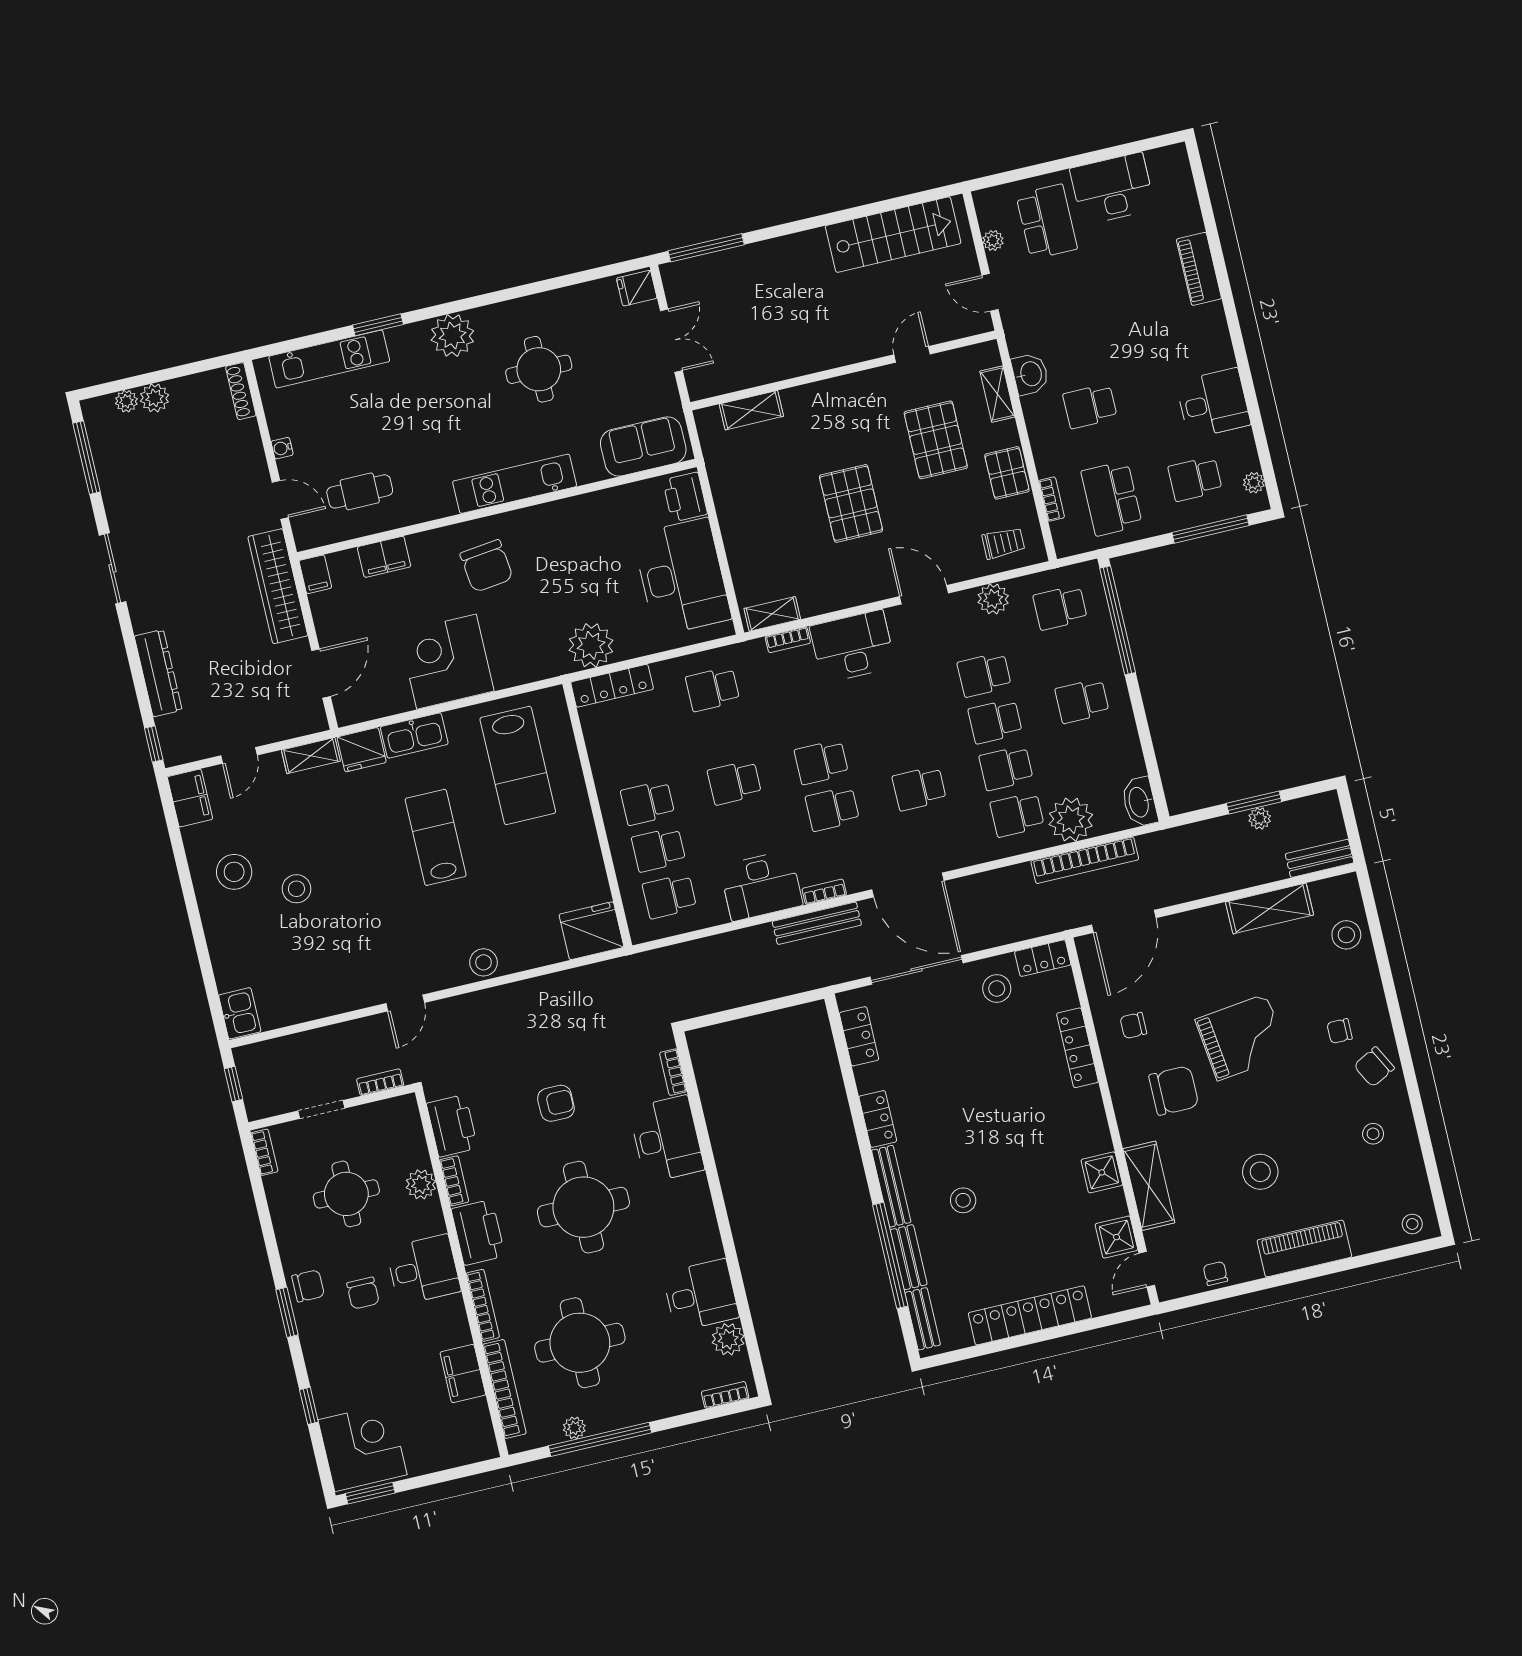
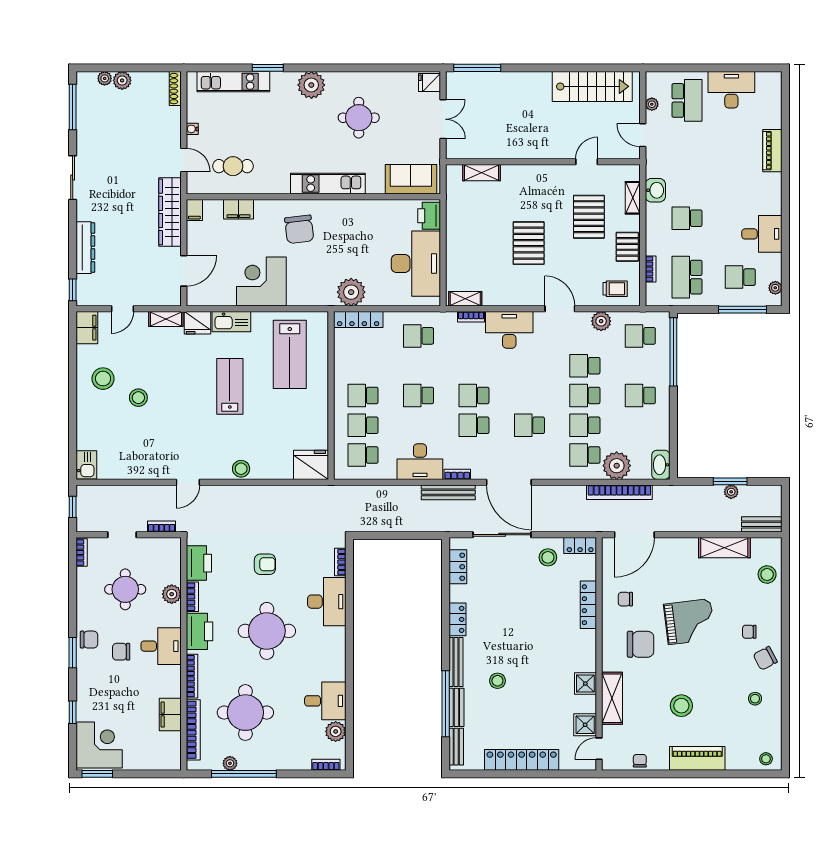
chair: (363, 1293) -> (121, 652), turned 90

